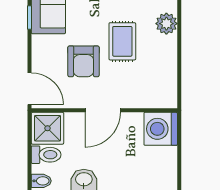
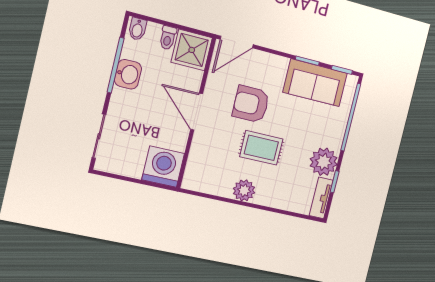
plant: (166, 24) -> (244, 190), moved
toilet: (46, 155) -> (168, 38), width x0.73, depth x0.72

